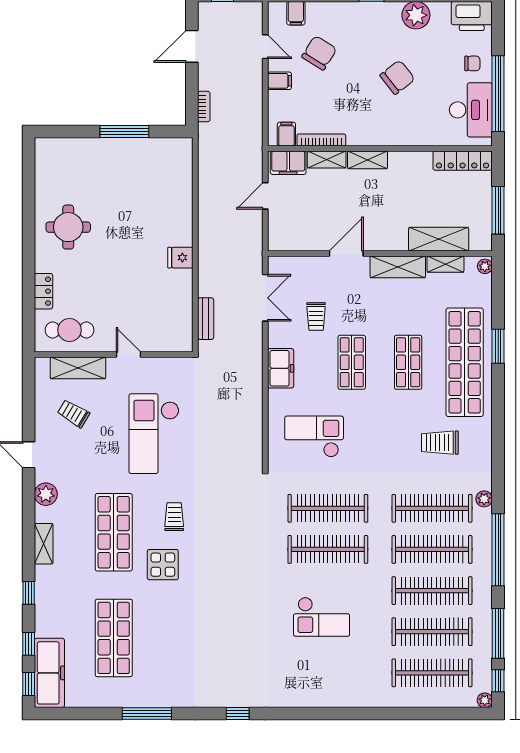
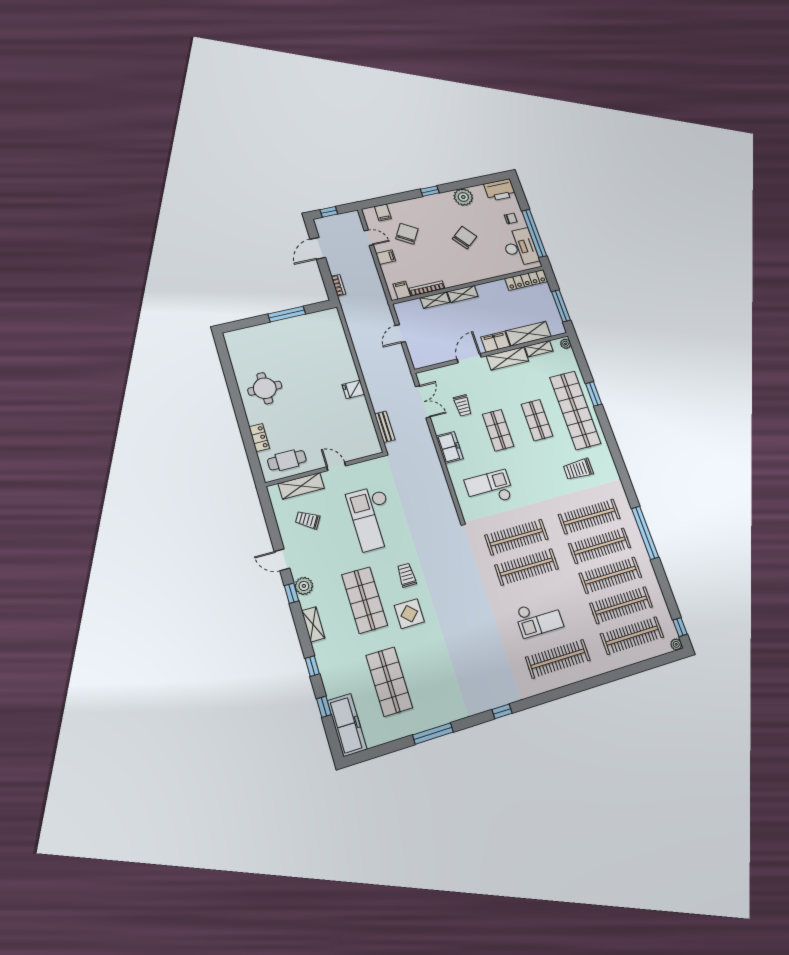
filing cabinet: (288, 163) -> (495, 342), moved, turned 180
plant: (484, 499) -> (622, 500), removed
window: (498, 633) -> (667, 592), removed
clothes rail: (328, 673) -> (558, 659), added
window: (29, 684) -> (292, 593), moved

